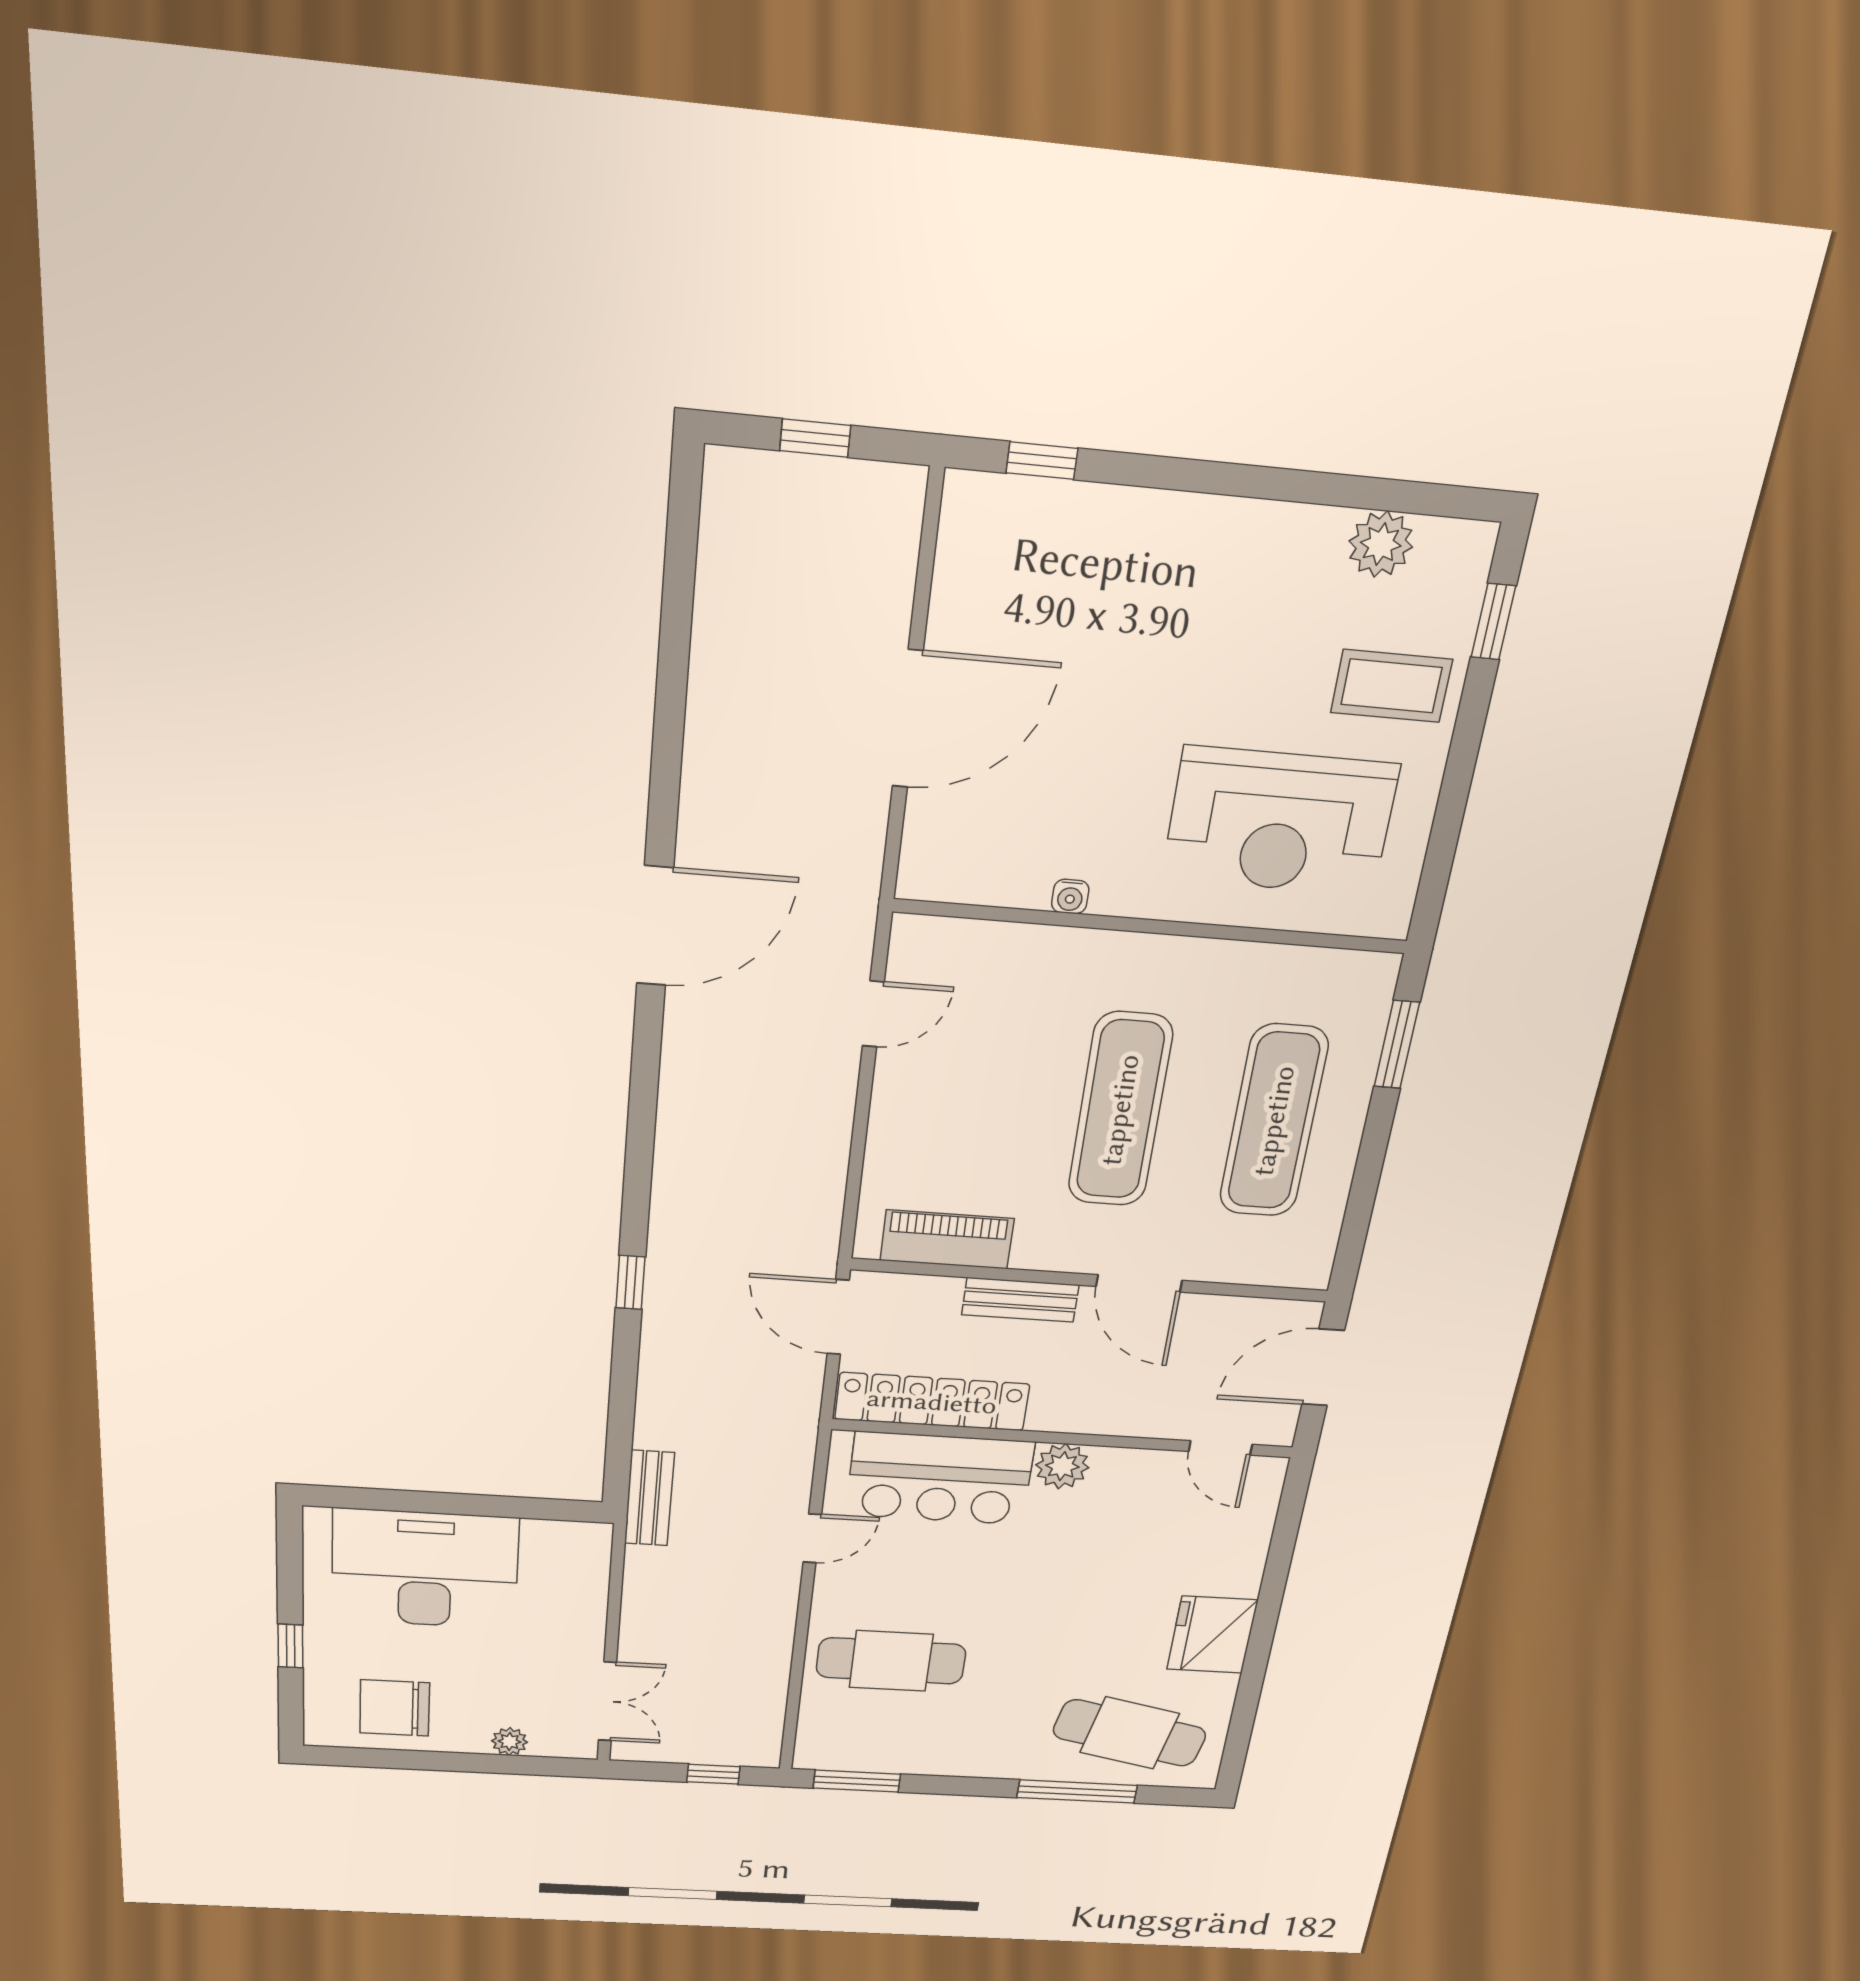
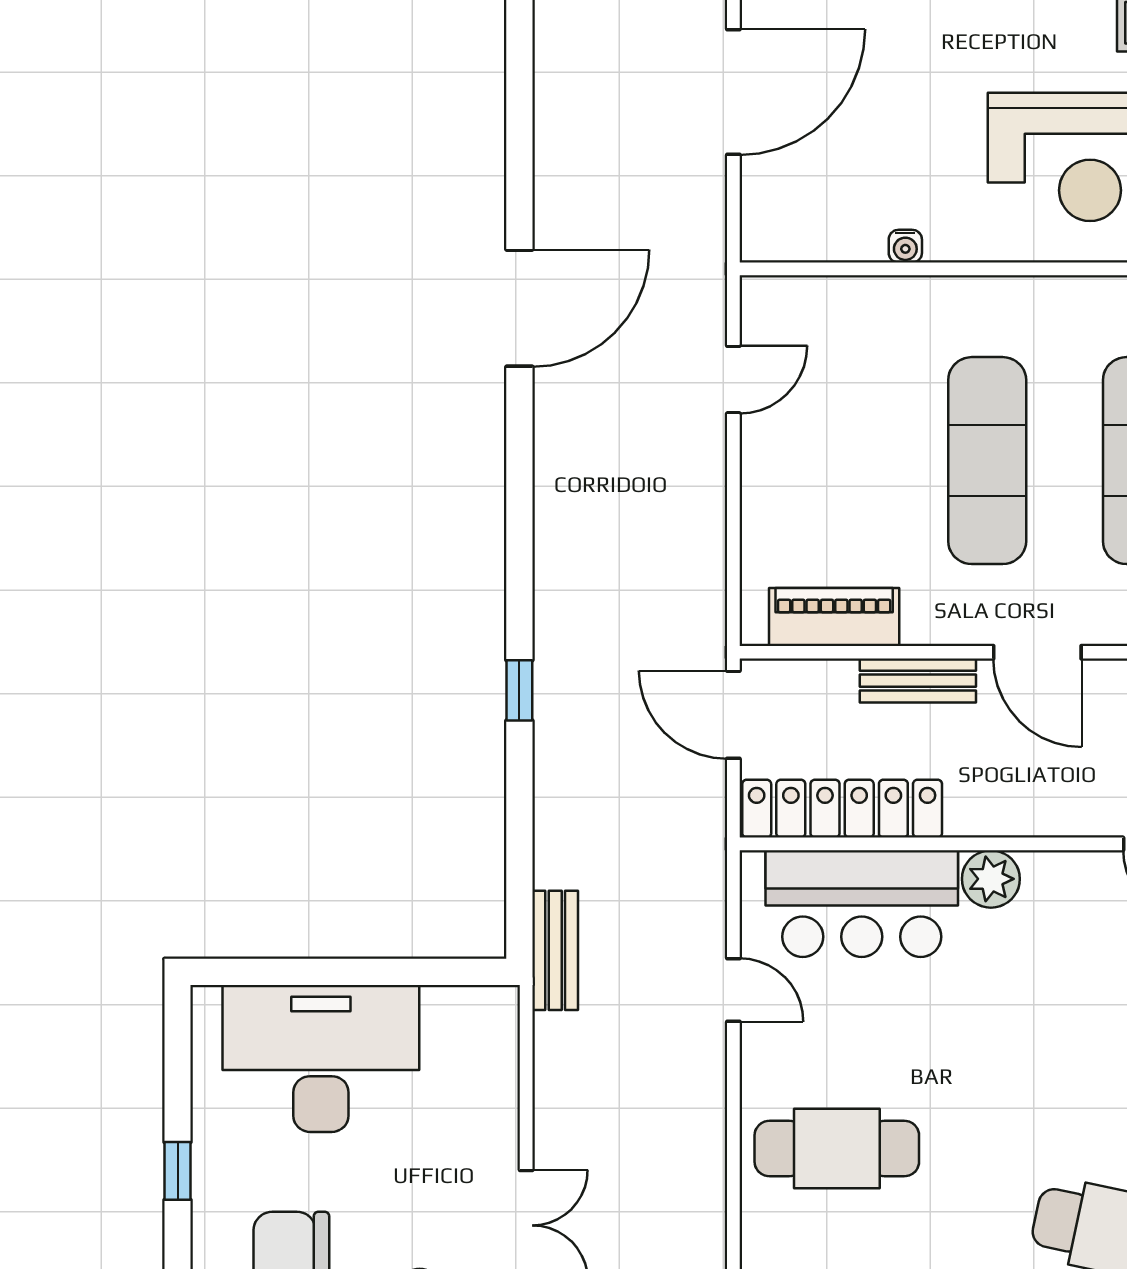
door: (812, 1538) -> (733, 990), hinge flipped

